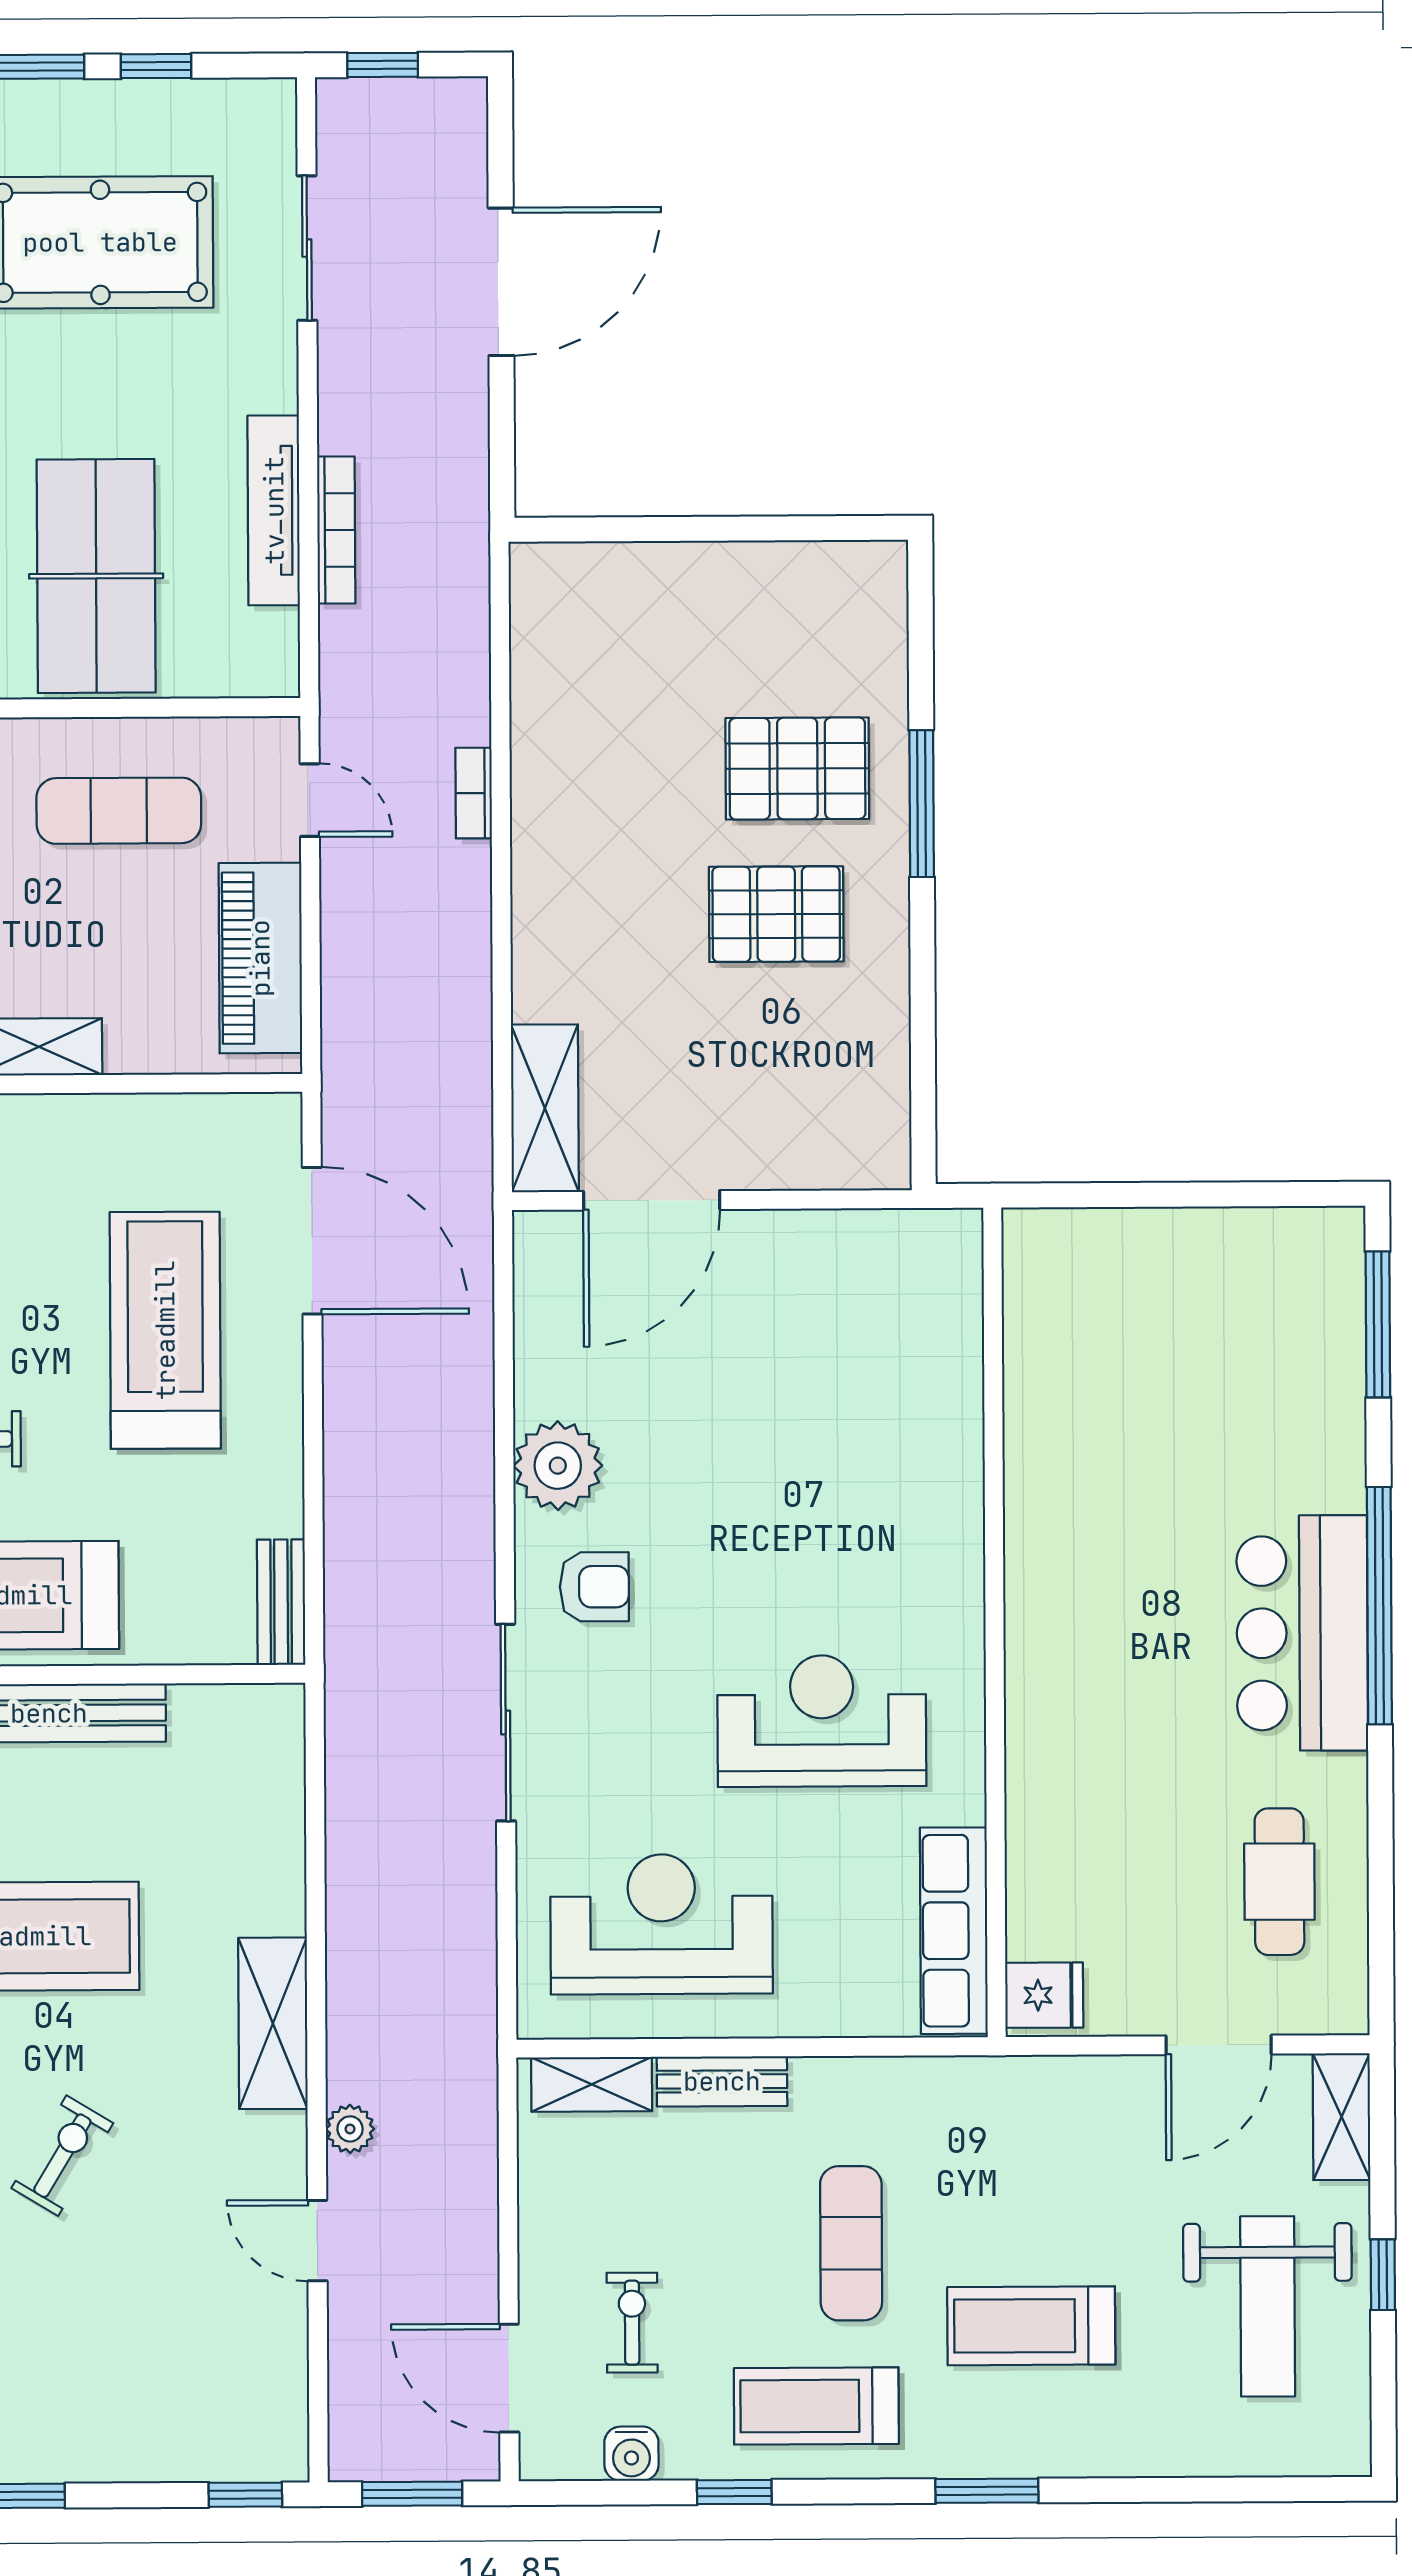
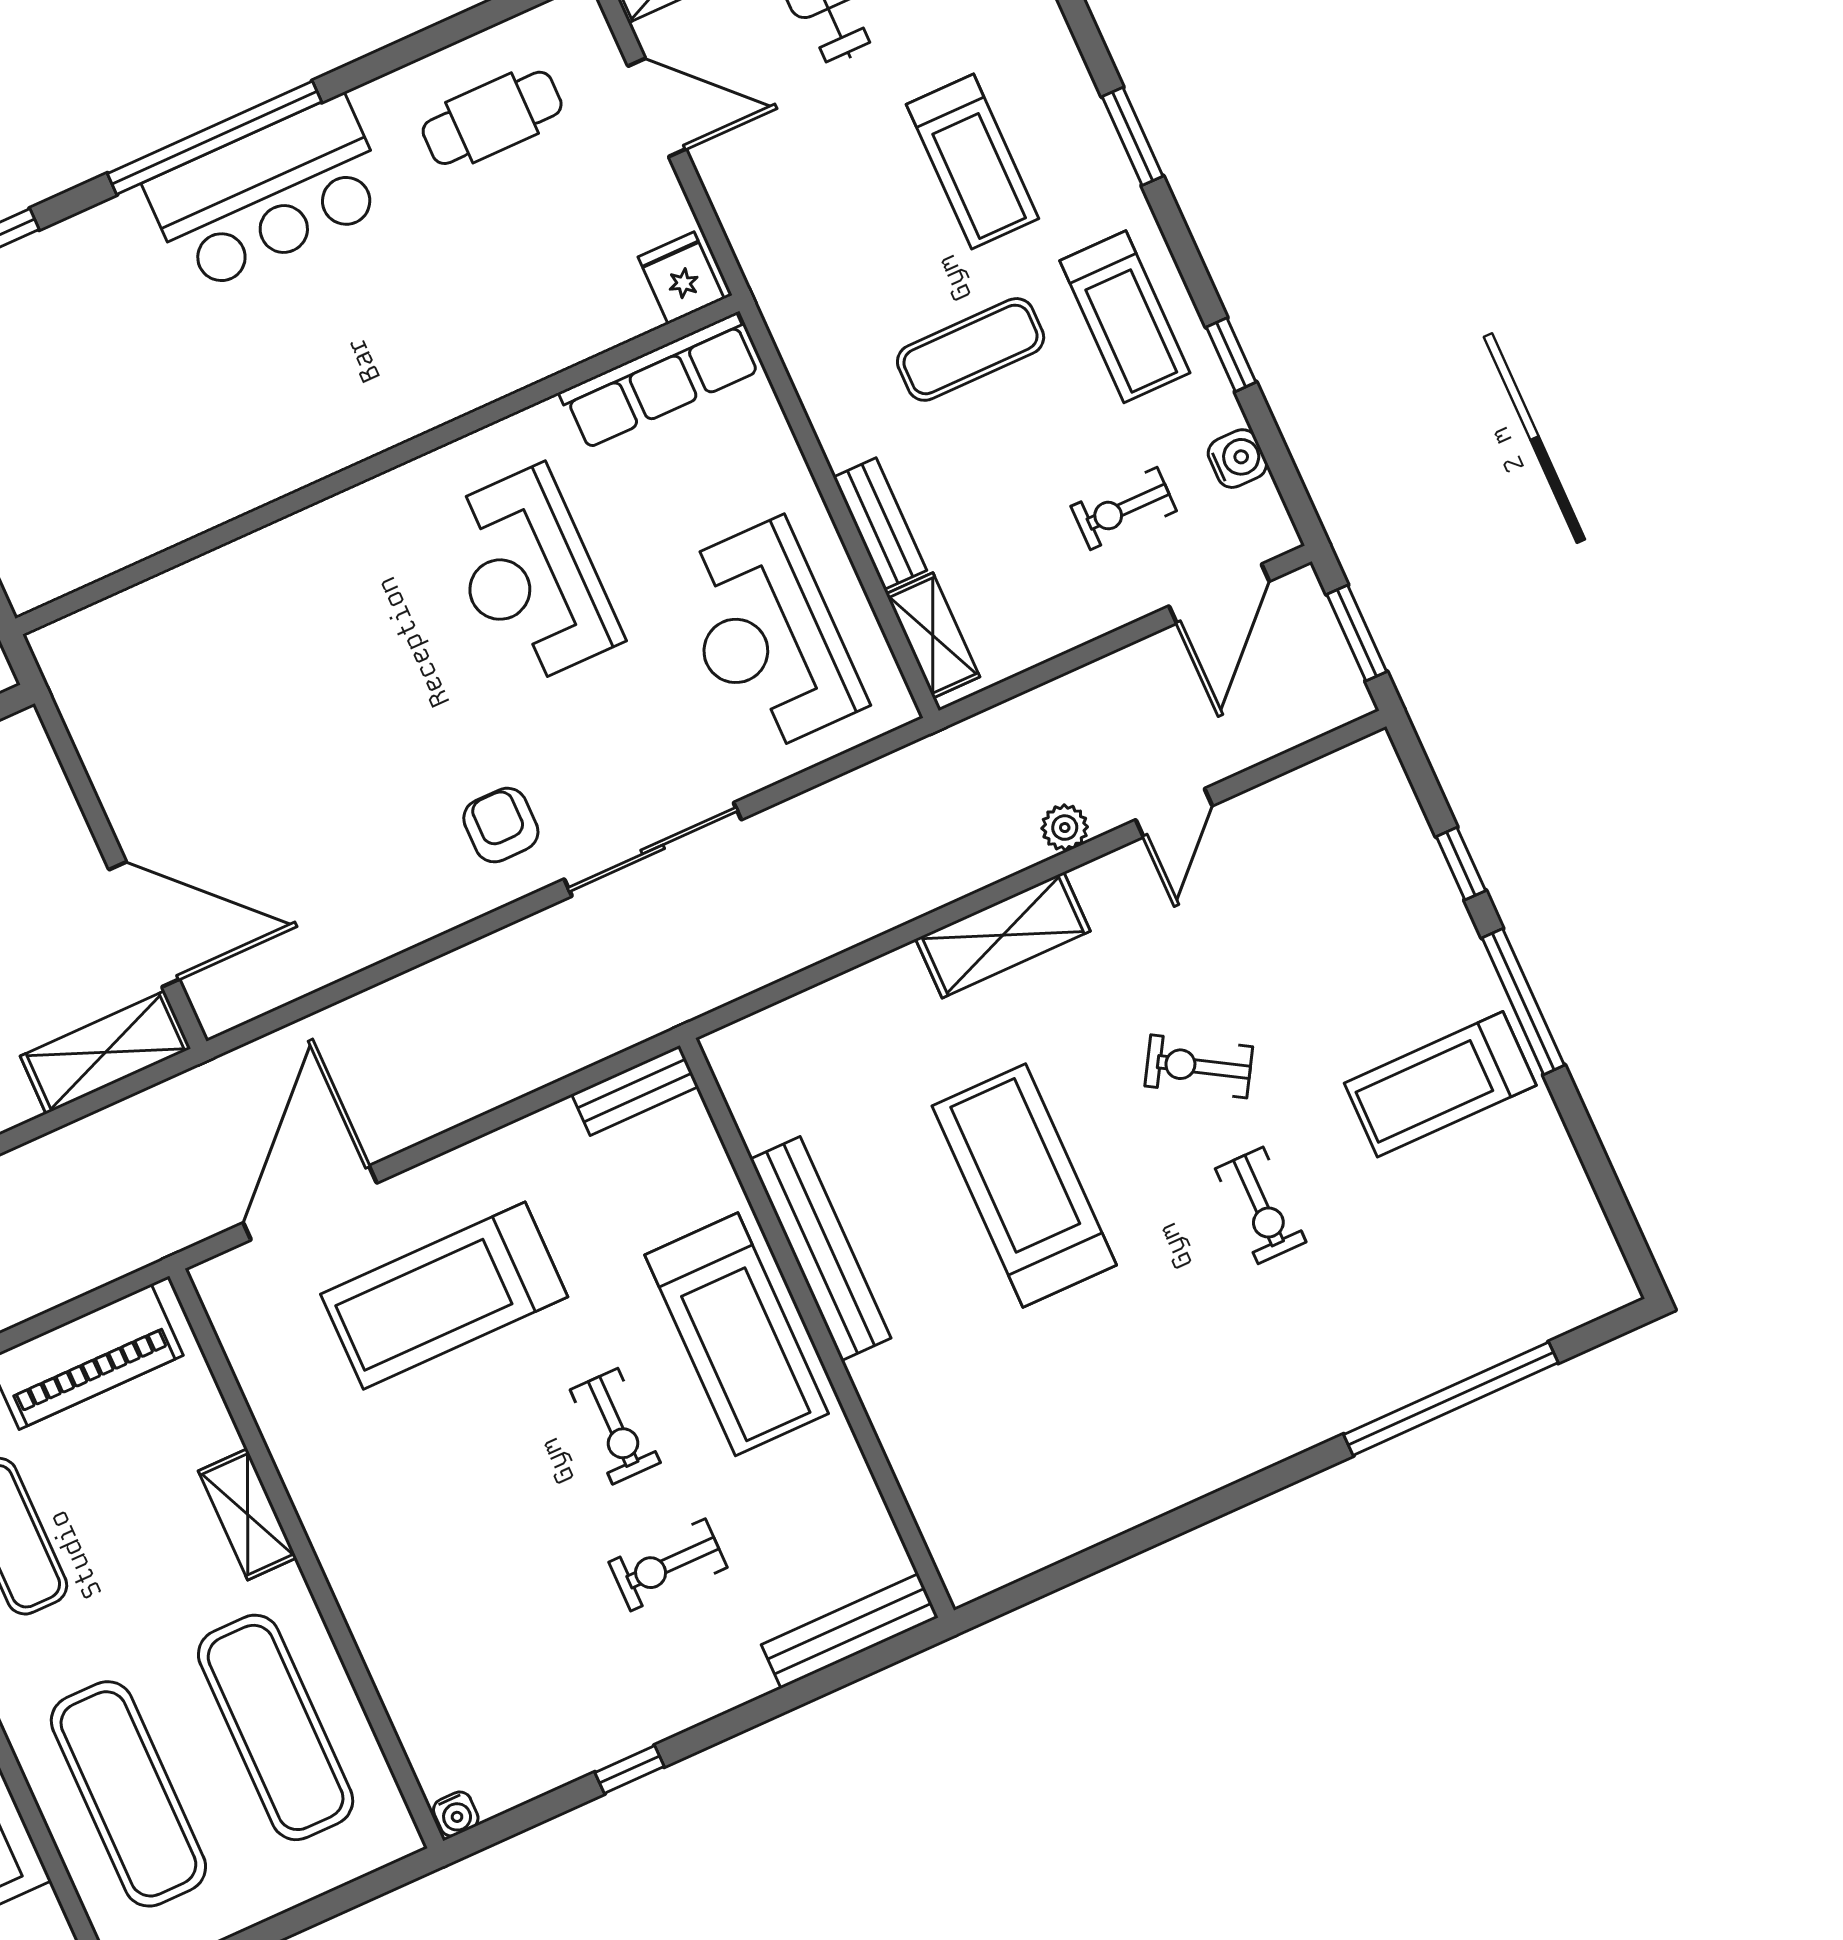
plant: (558, 1466) -> (410, 903), removed
window: (245, 2495) -> (1461, 864), moved

